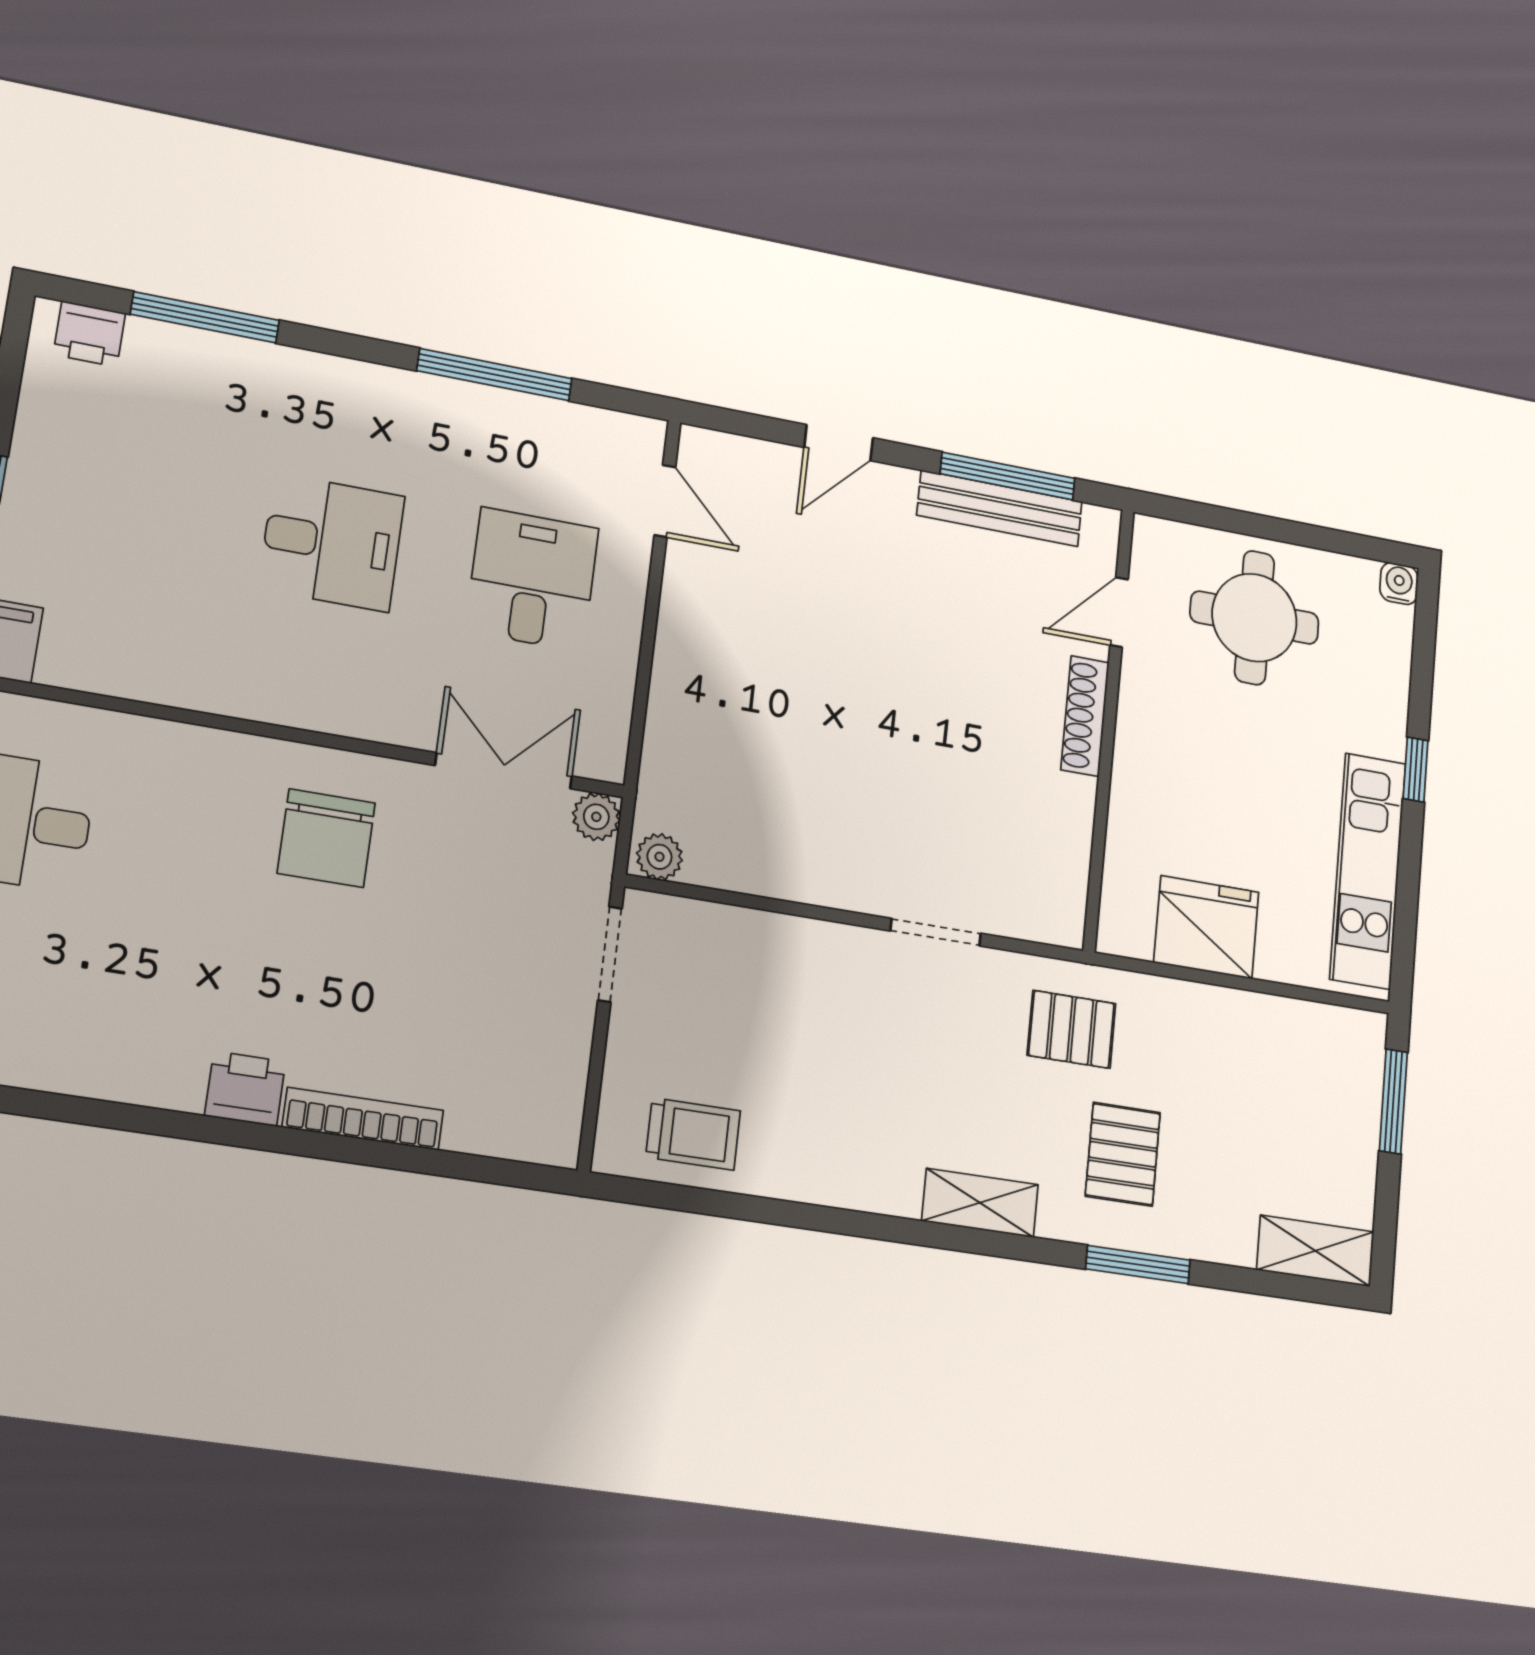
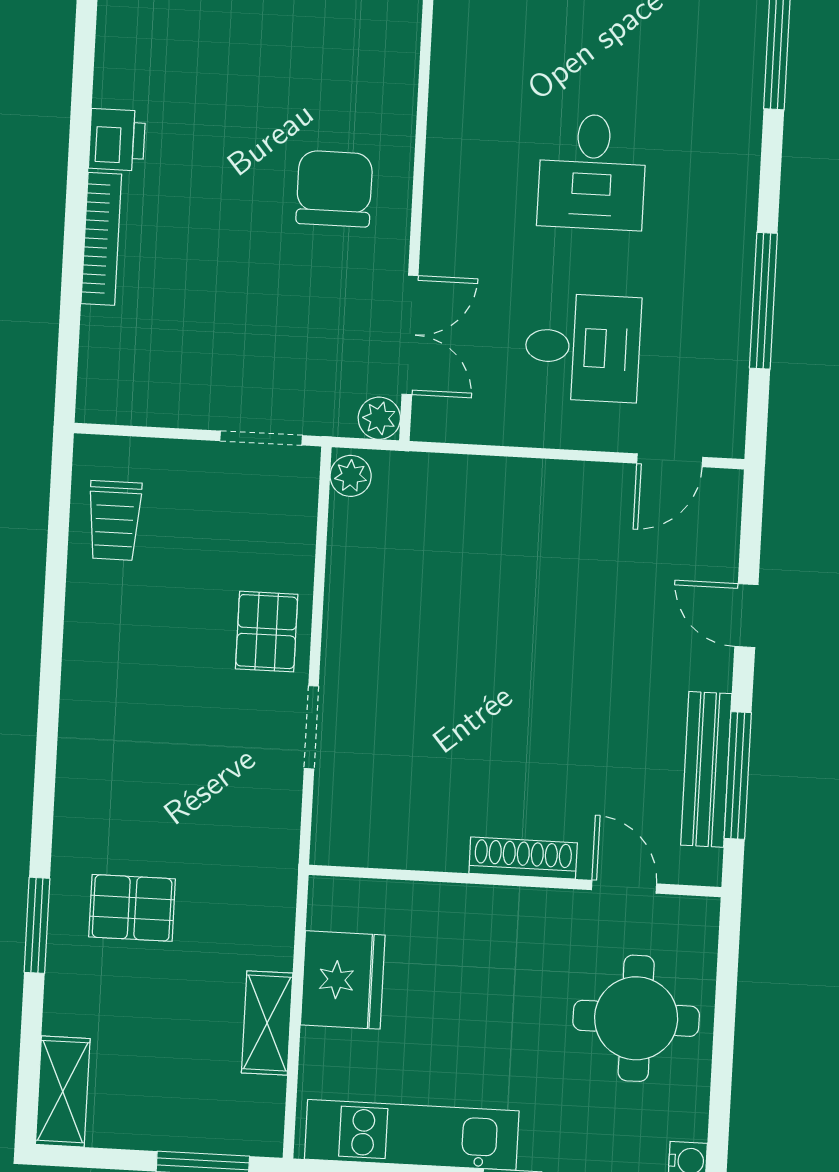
chair: (326, 838) -> (334, 189), turned 90
pallet: (1071, 1029) -> (267, 632), moved
shelving: (980, 1203) -> (267, 1023), moved

